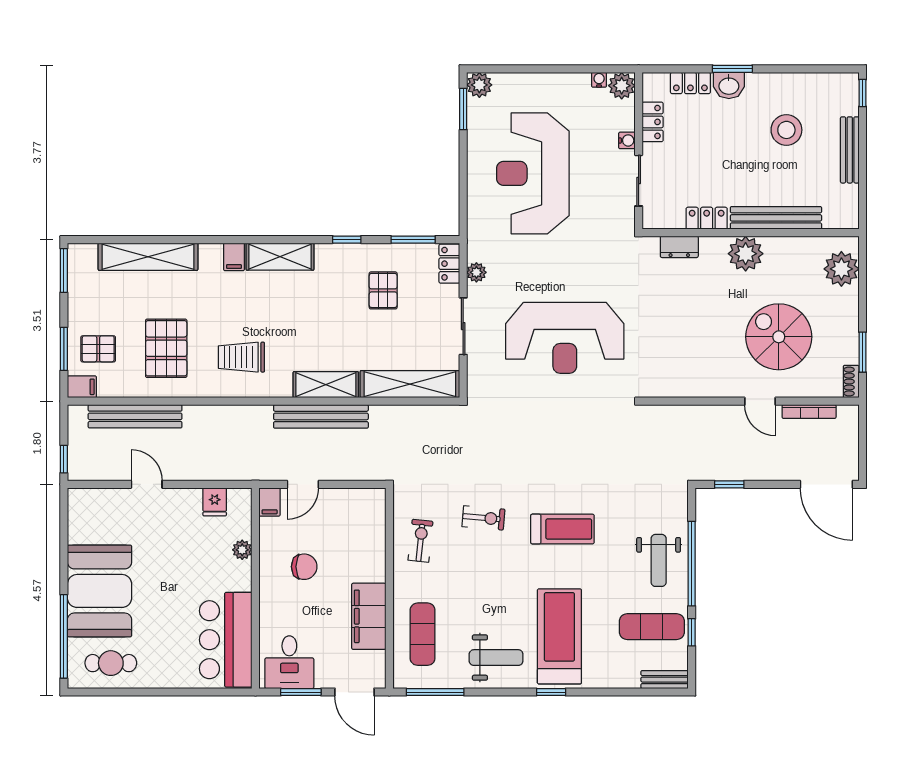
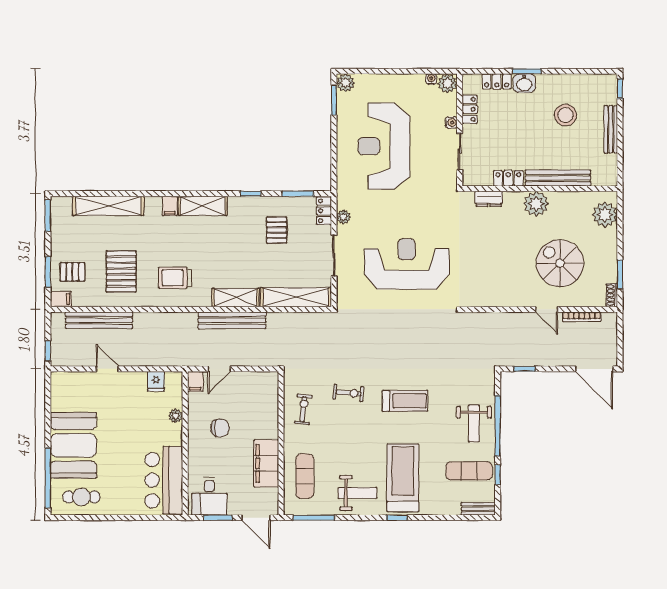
reception desk: (565, 338) -> (407, 264), turned 180

